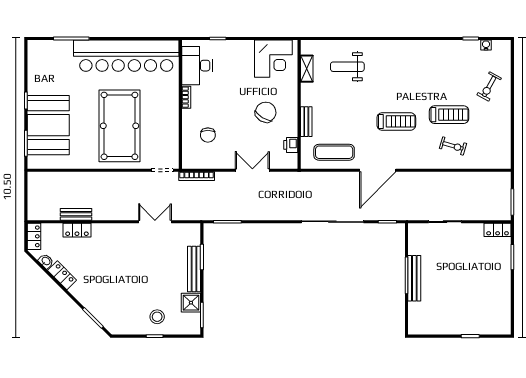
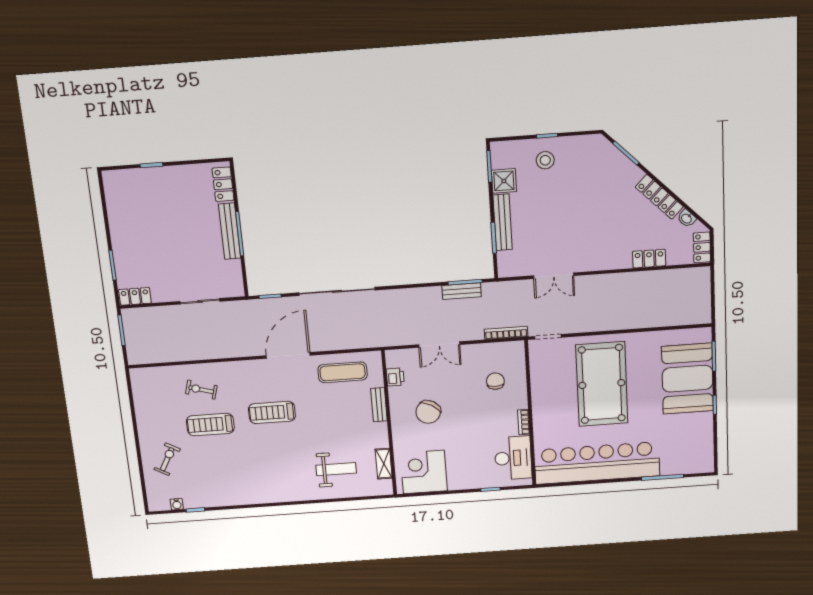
bench: (76, 214) -> (462, 291), moved
locker: (62, 275) -> (659, 197), width x1.53
locker: (415, 317) -> (223, 184), added

